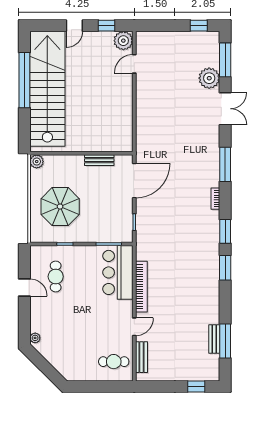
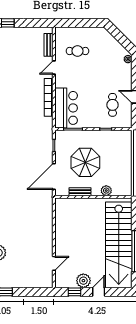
plant: (123, 41) -> (83, 281), moved
plant: (37, 162) -> (106, 191), moved
parasol: (60, 207) -> (85, 162), moved
cafe table: (114, 362) -> (77, 51), moved

